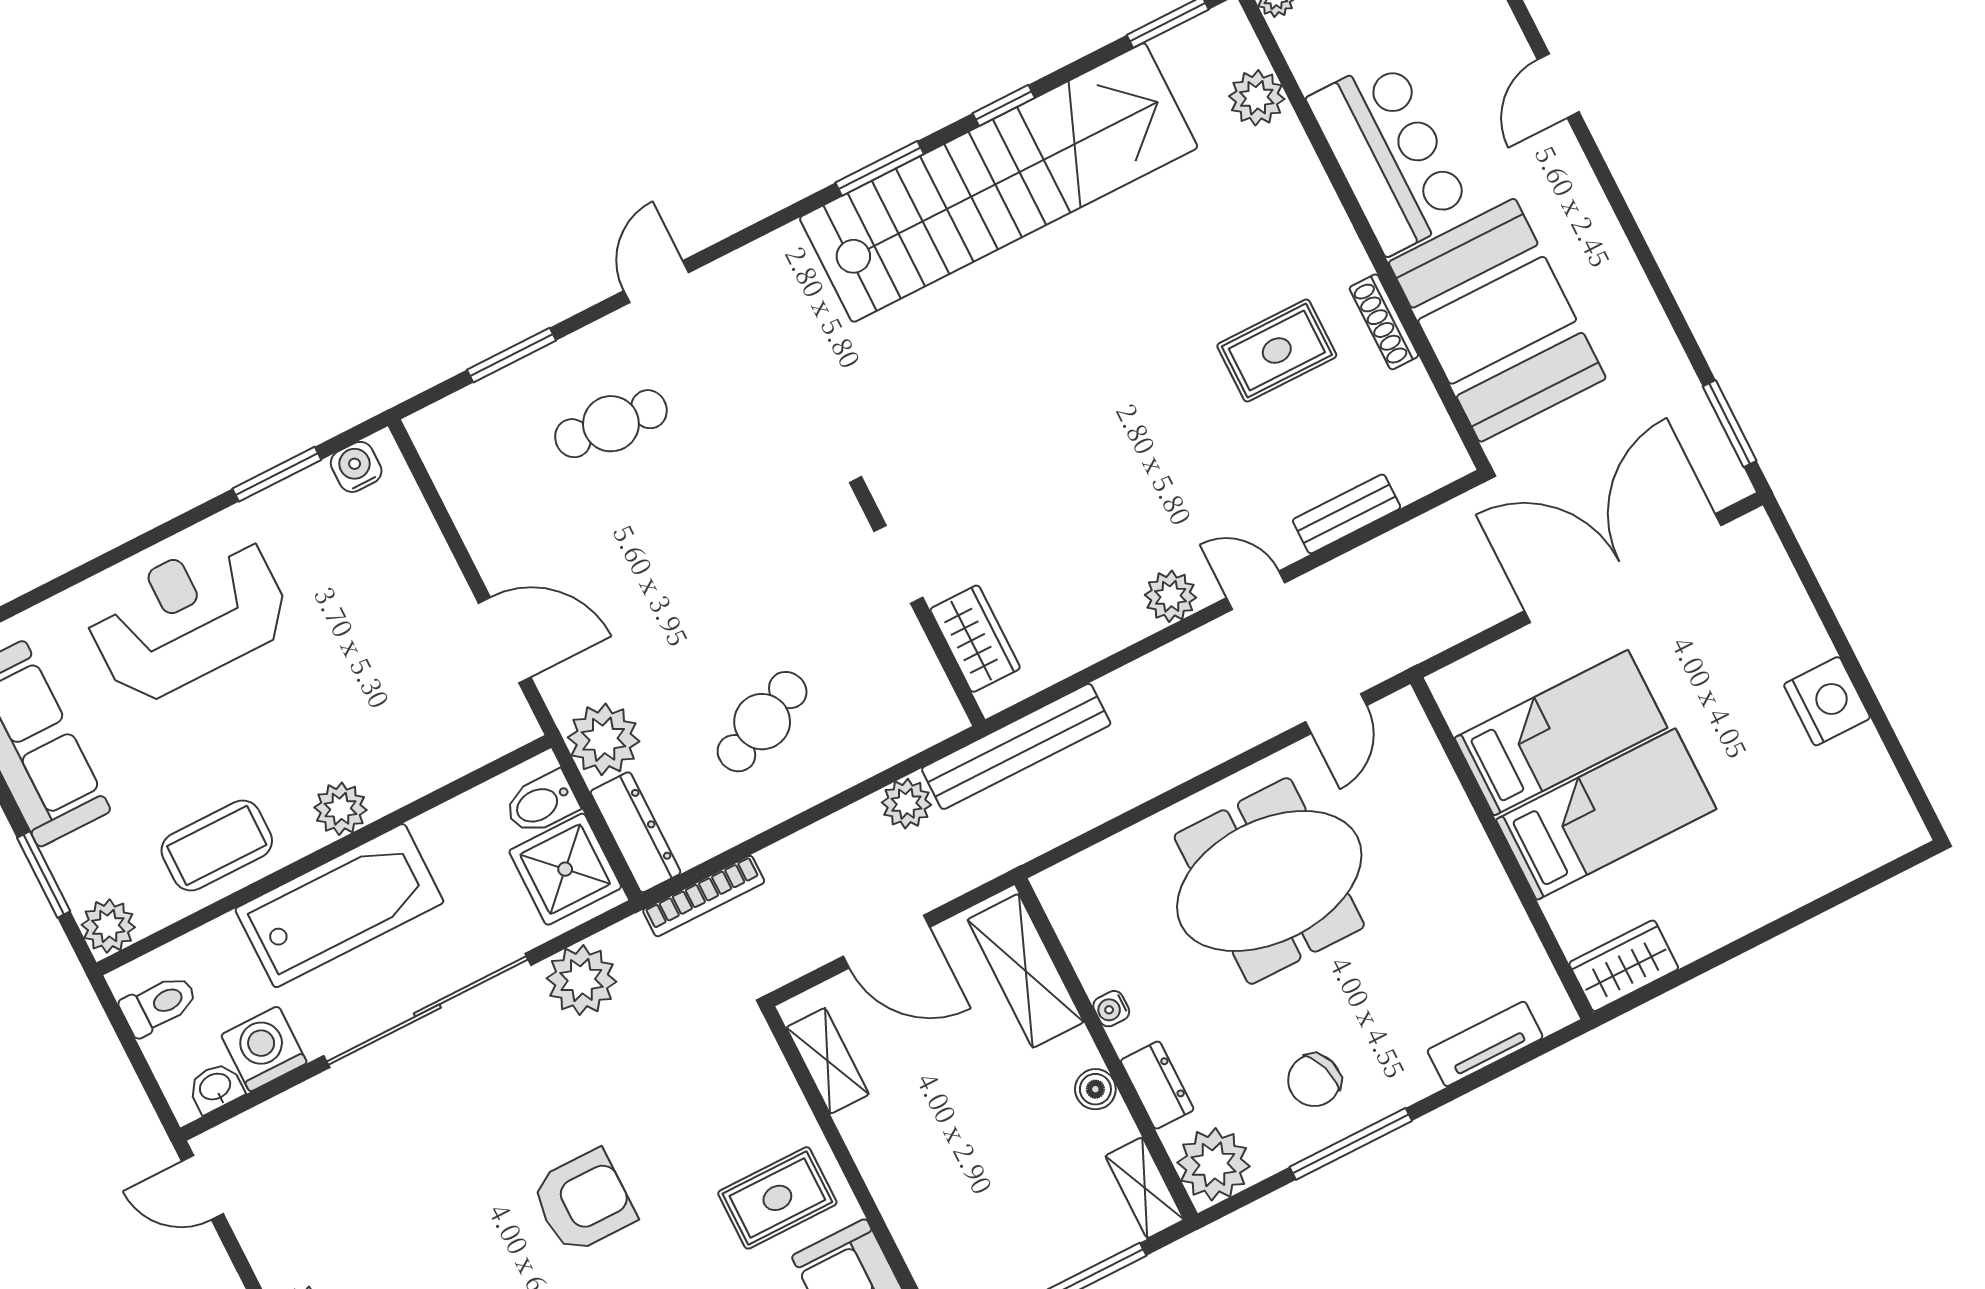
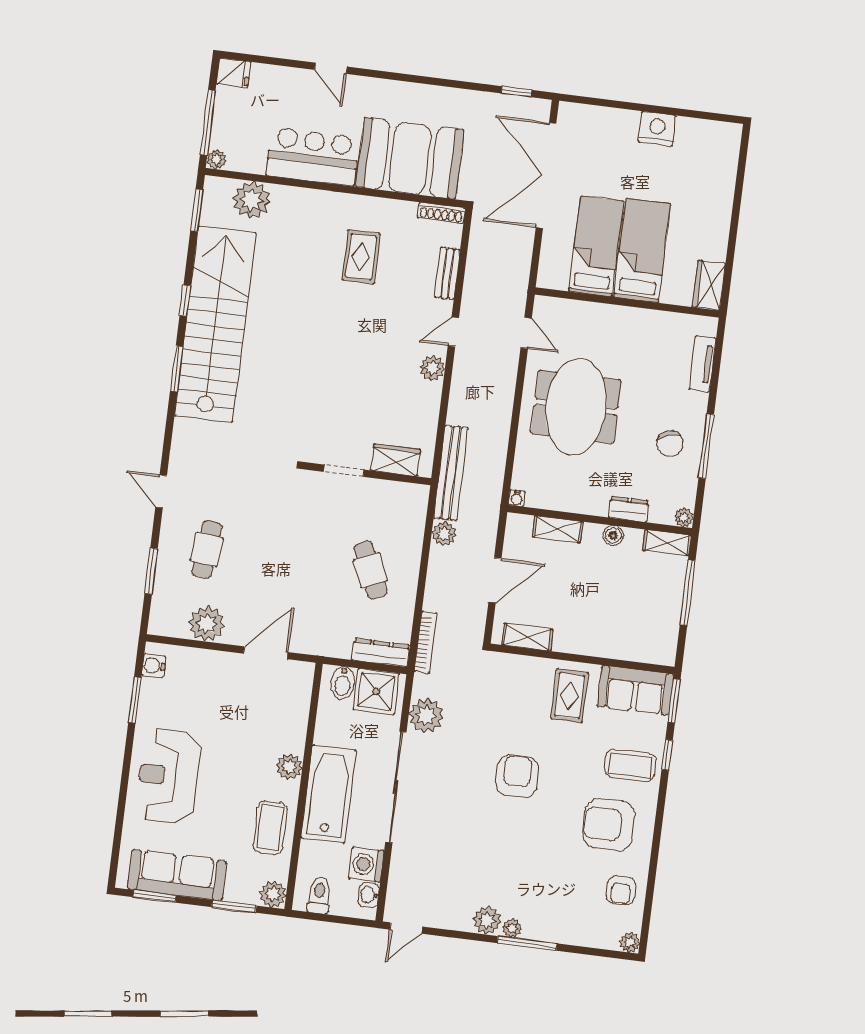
plant: (1257, 98) -> (252, 200), width x1.36, depth x1.36
shoe rack: (1384, 322) -> (441, 213), moved
window: (1730, 424) -> (517, 92), width x0.67
plant: (604, 739) -> (207, 624), moved
shelving: (1026, 971) -> (558, 529), width x0.67, depth x0.75
water cooler: (1111, 1009) -> (517, 498), moved
plant: (1214, 1164) -> (684, 517), width x0.53, depth x0.53

